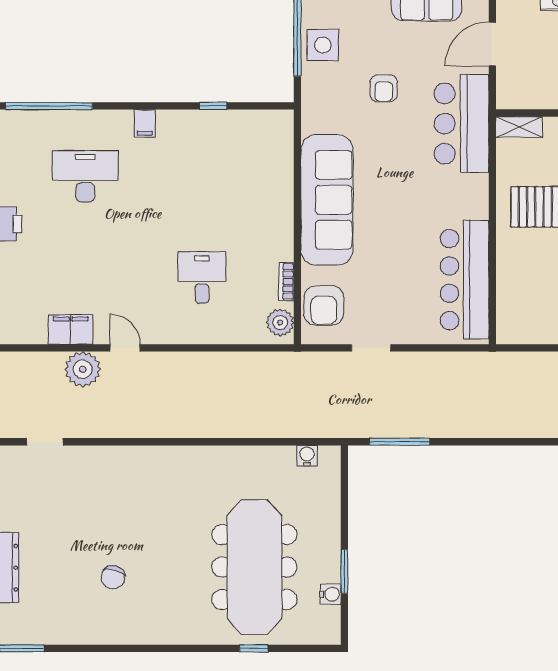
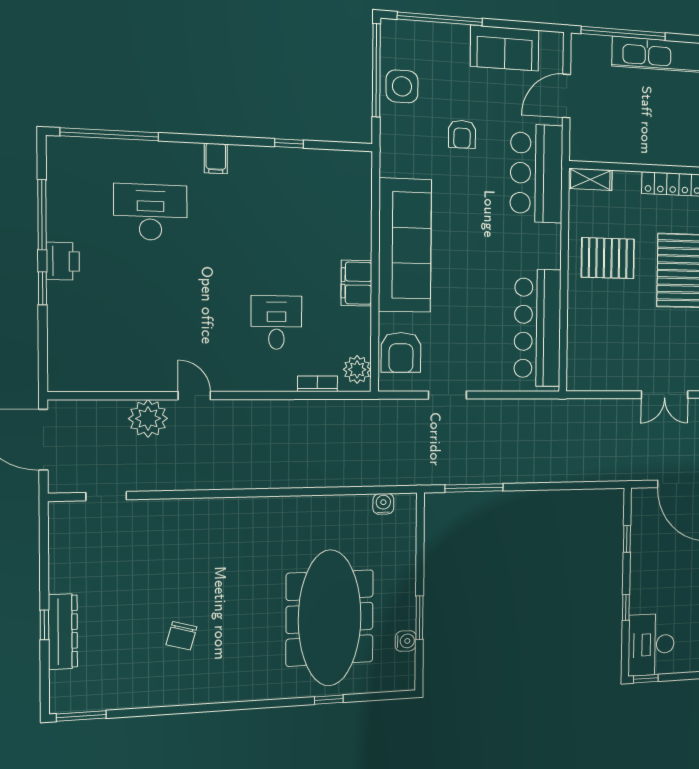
bookcase: (286, 281) -> (318, 384), moved, turned 90
filing cabinet: (71, 329) -> (356, 283), moved, turned -90

